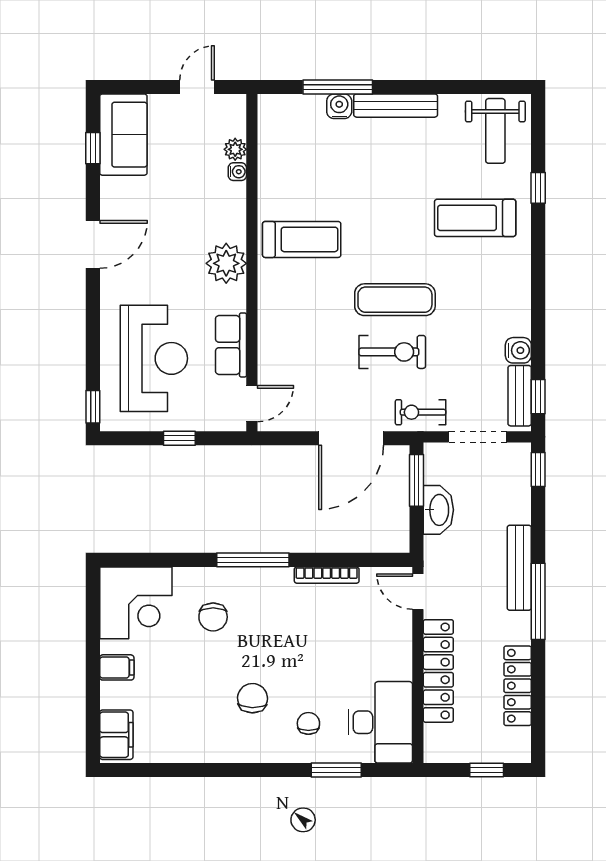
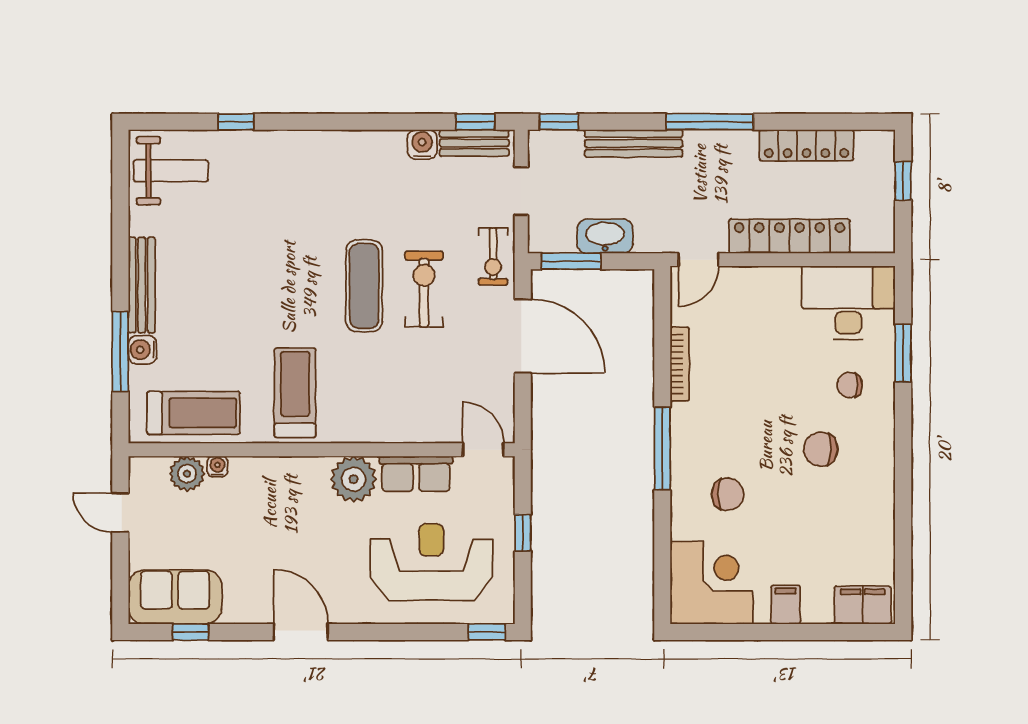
plant: (235, 149) -> (187, 474), width x1.38, depth x1.38
treadmill: (475, 218) -> (193, 413), moved, turned -90
plant: (226, 263) -> (354, 479), moved
doorway: (478, 437) -> (521, 191), width x0.73
bench: (519, 568) -> (634, 143), moved

